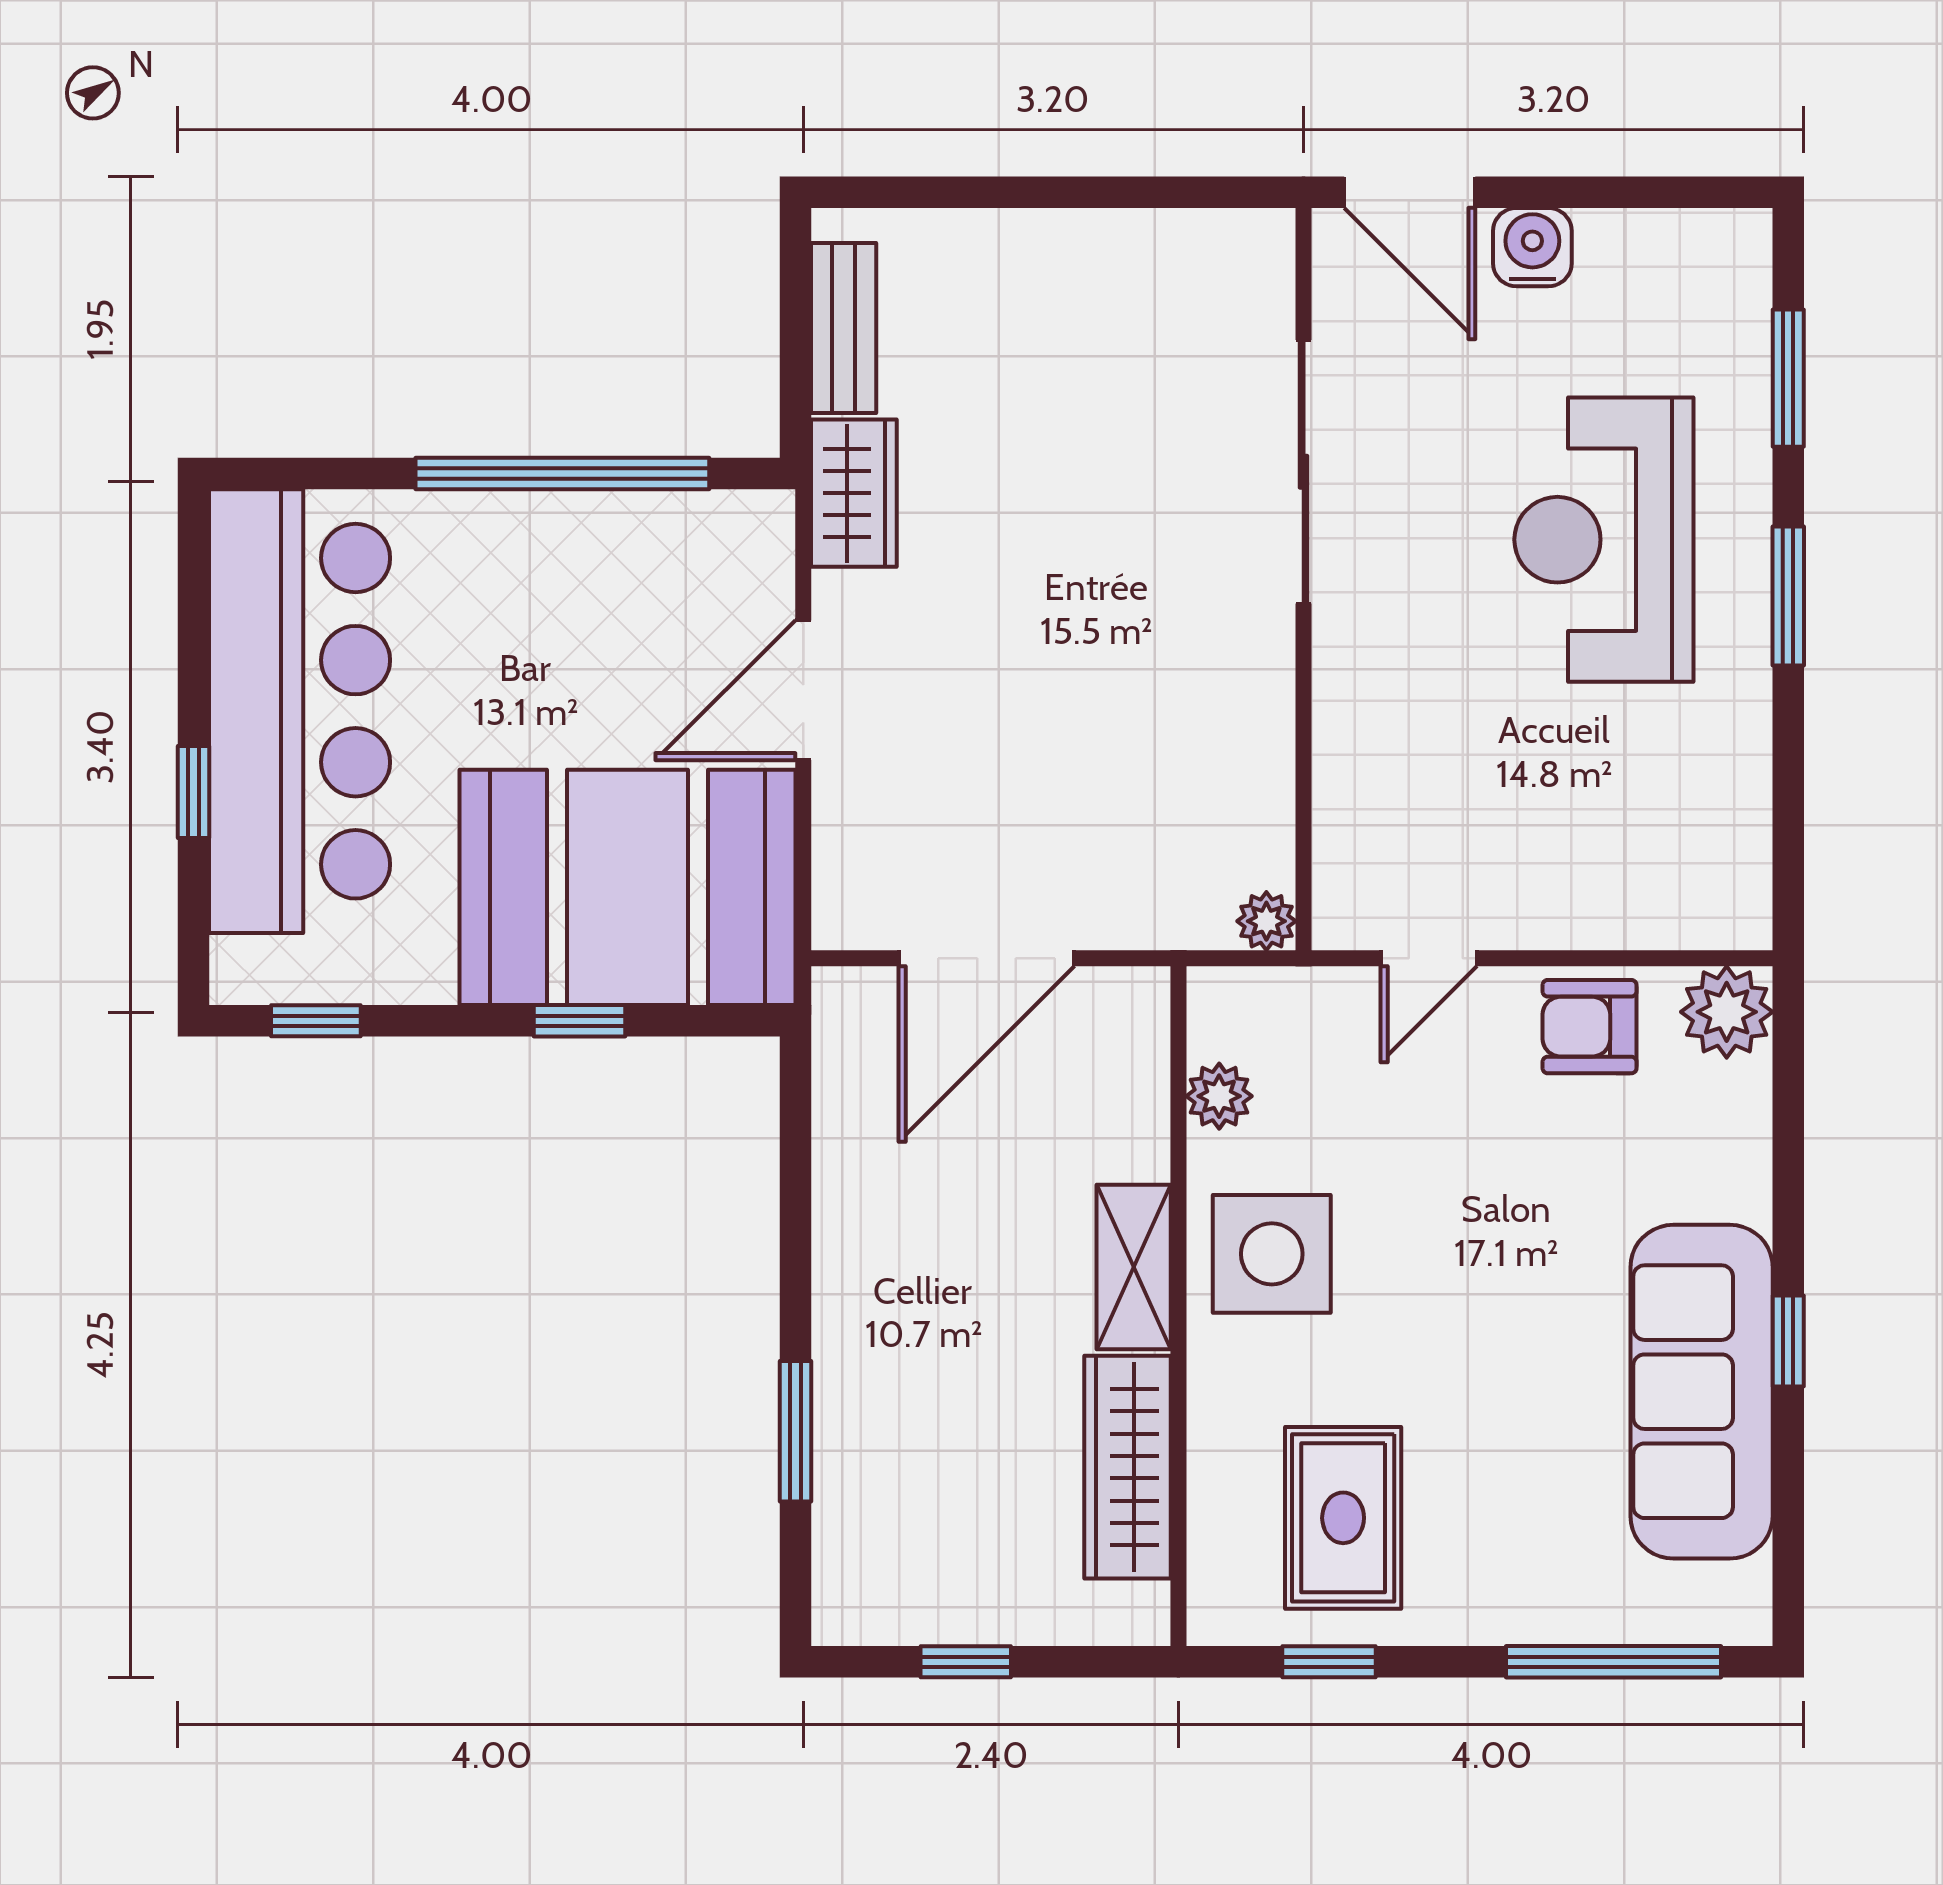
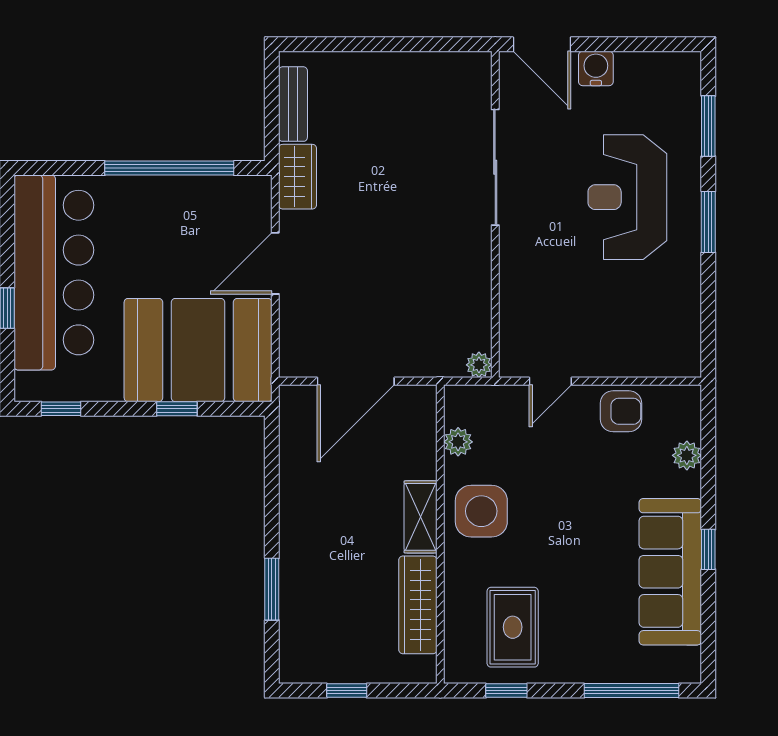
plant: (1727, 1012) -> (687, 455), moved, width x0.73, depth x0.73
armchair: (1590, 1027) -> (621, 411), turned 180

